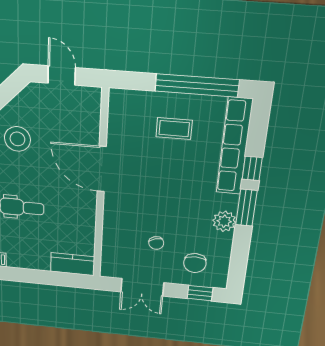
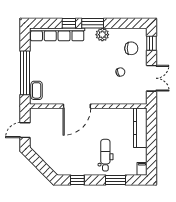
window: (197, 85) -> (25, 73), moved
coffee table: (174, 129) -> (37, 90), moved
stool: (17, 139) -> (63, 155), removed
kitchen counter: (73, 264) -> (140, 128), width x1.50

